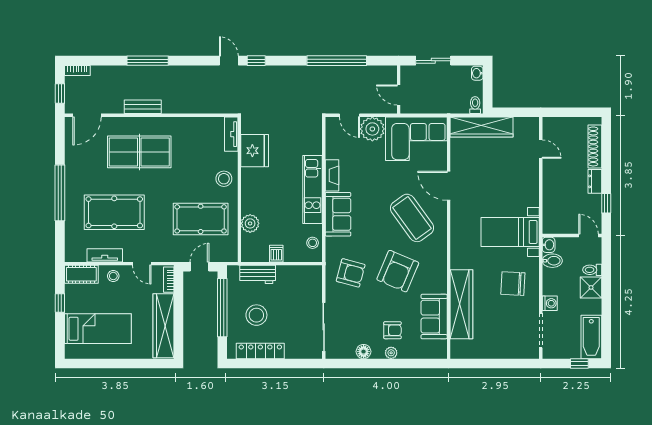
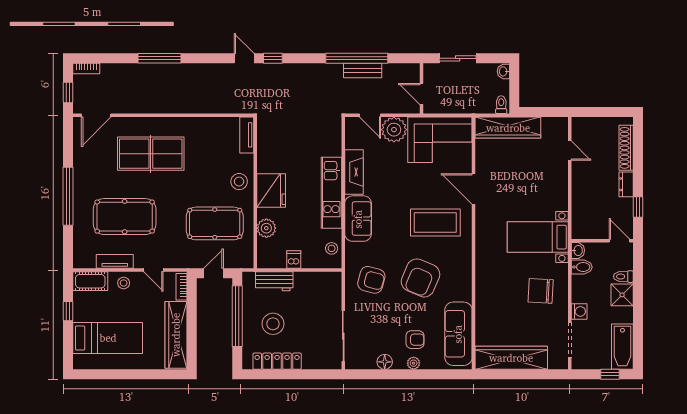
bench: (143, 107) -> (363, 71), moved
fridge: (255, 151) -> (271, 190), moved
fireplace: (332, 175) -> (354, 172), width x1.37, depth x1.32
coffee table: (412, 218) -> (435, 222), turned -54
wardrobe: (461, 304) -> (511, 358), moved, turned -90
sofa: (434, 317) -> (458, 334), width x1.36

